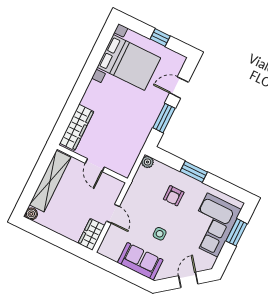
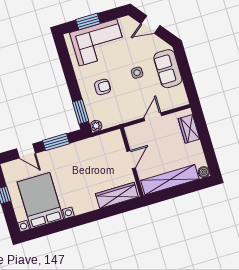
window: (194, 172) -> (81, 112), moved
wardrobe: (91, 234) -> (189, 129), moved, turned 90

